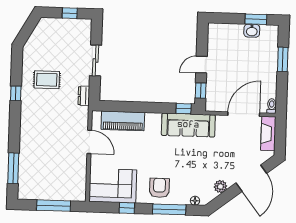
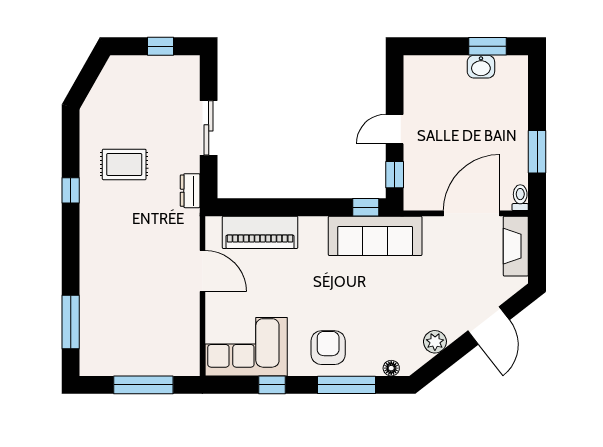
window: (283, 59) -> (537, 152), moved
door: (251, 178) -> (489, 325), width x0.73

